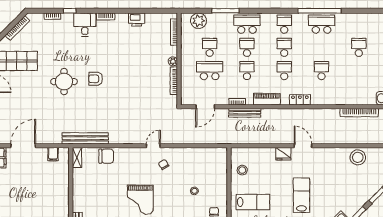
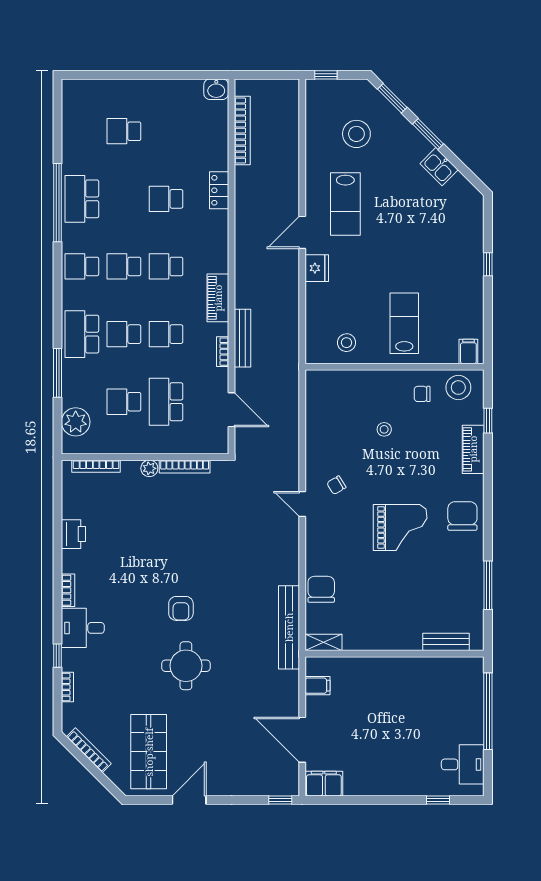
locker: (300, 100) -> (219, 190), moved
stool: (358, 157) -> (356, 134), moved
lab bench: (301, 195) -> (345, 204), moved, turned -90

